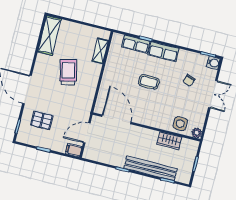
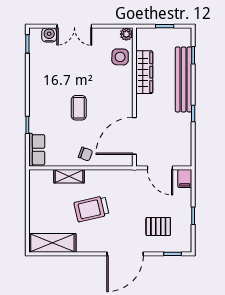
row of seats: (136, 44) -> (37, 150), moved
shelving: (100, 51) -> (69, 176), moved
row of seats: (163, 52) -> (38, 99), removed
water cooler: (213, 63) -> (49, 35), moved
chair: (189, 80) -> (85, 154), moved
double door: (213, 94) -> (74, 26), swing flipped
pallet: (42, 120) -> (158, 226), turned 90
wardrobe: (169, 141) -> (144, 72), width x1.50

